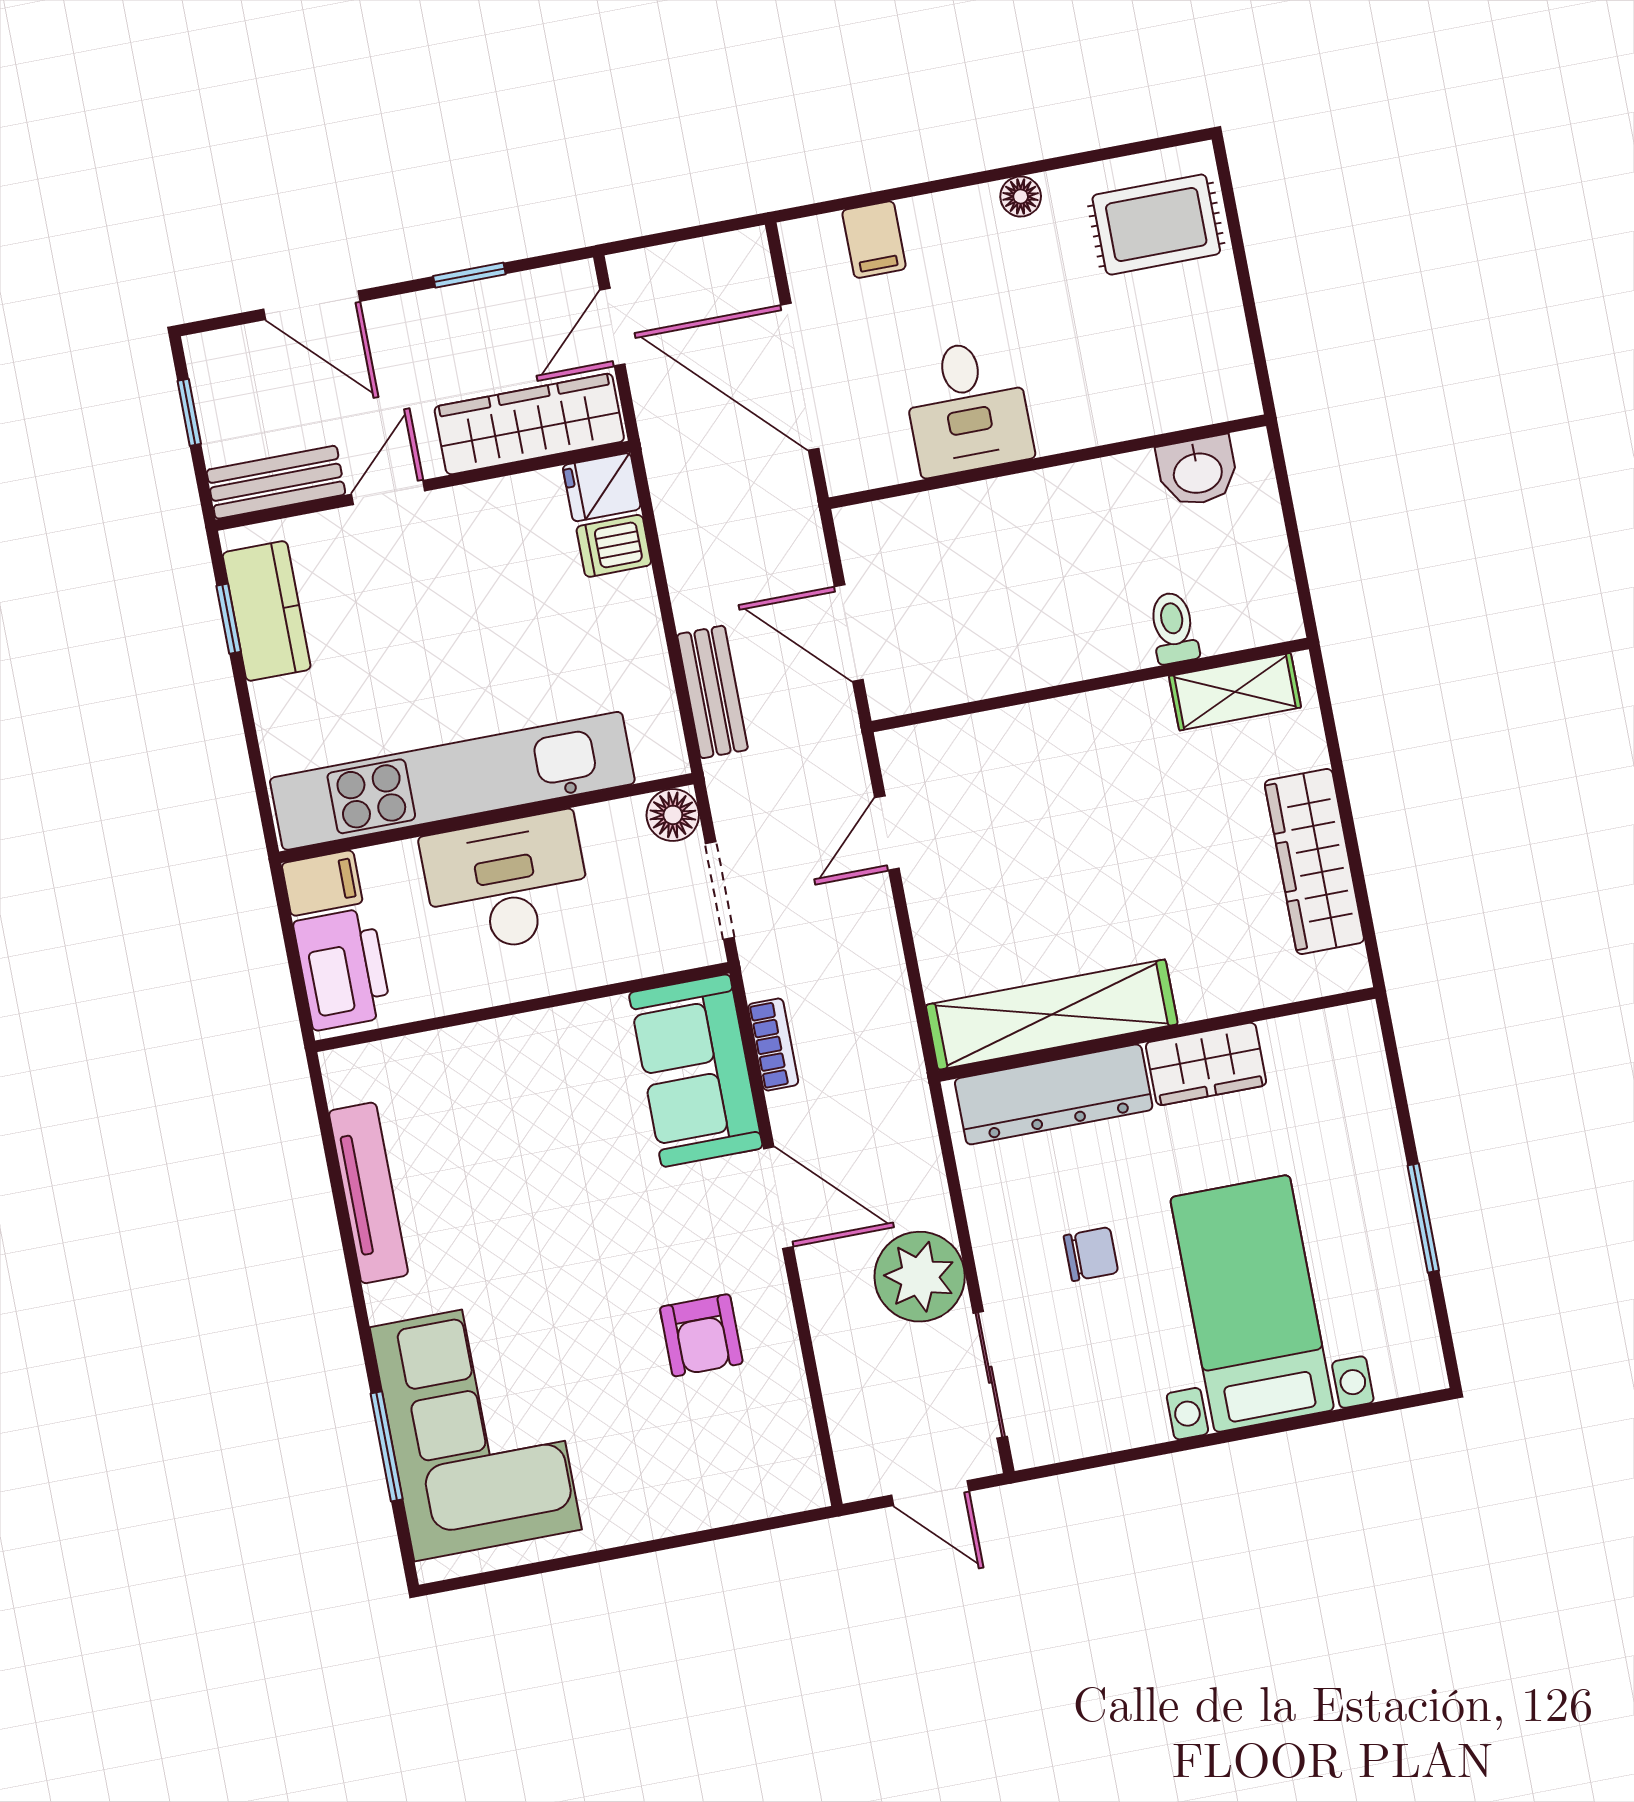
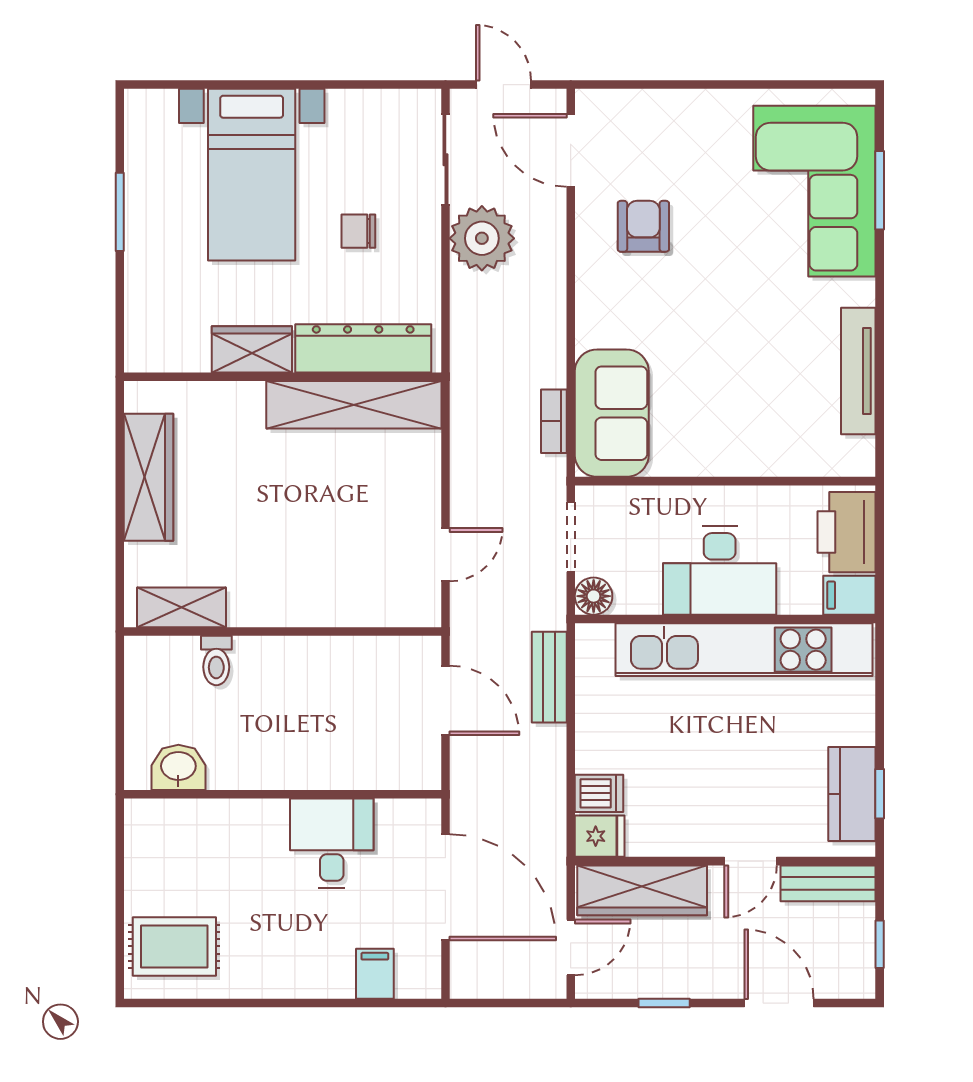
floor lamp: (1021, 196) -> (266, 984), removed
door: (778, 1198) -> (571, 150), moved

